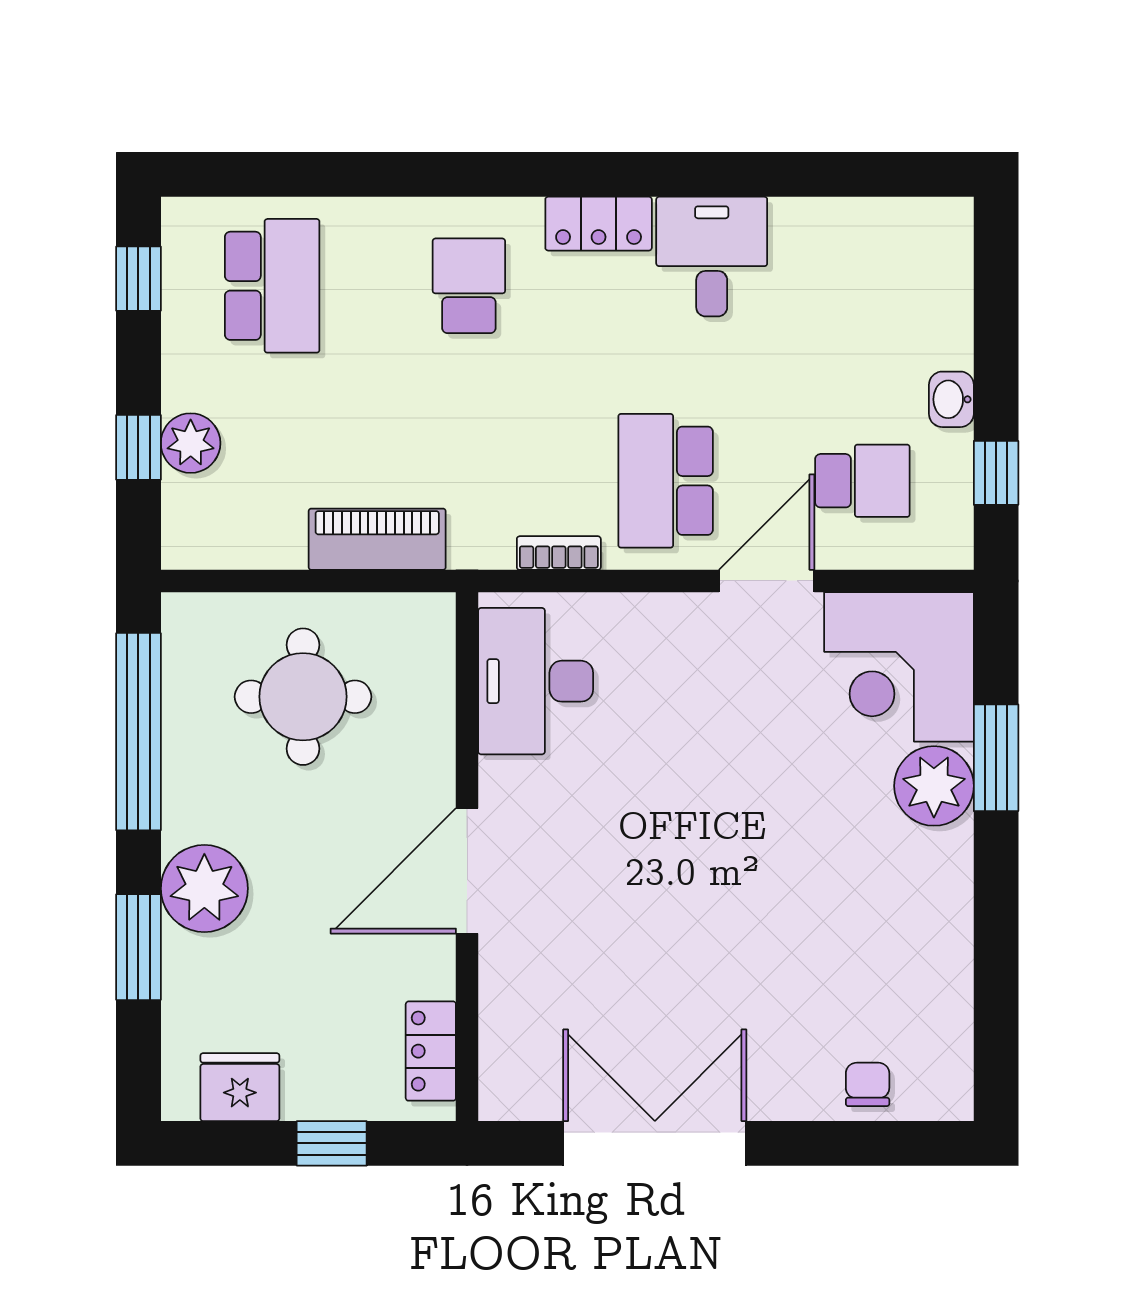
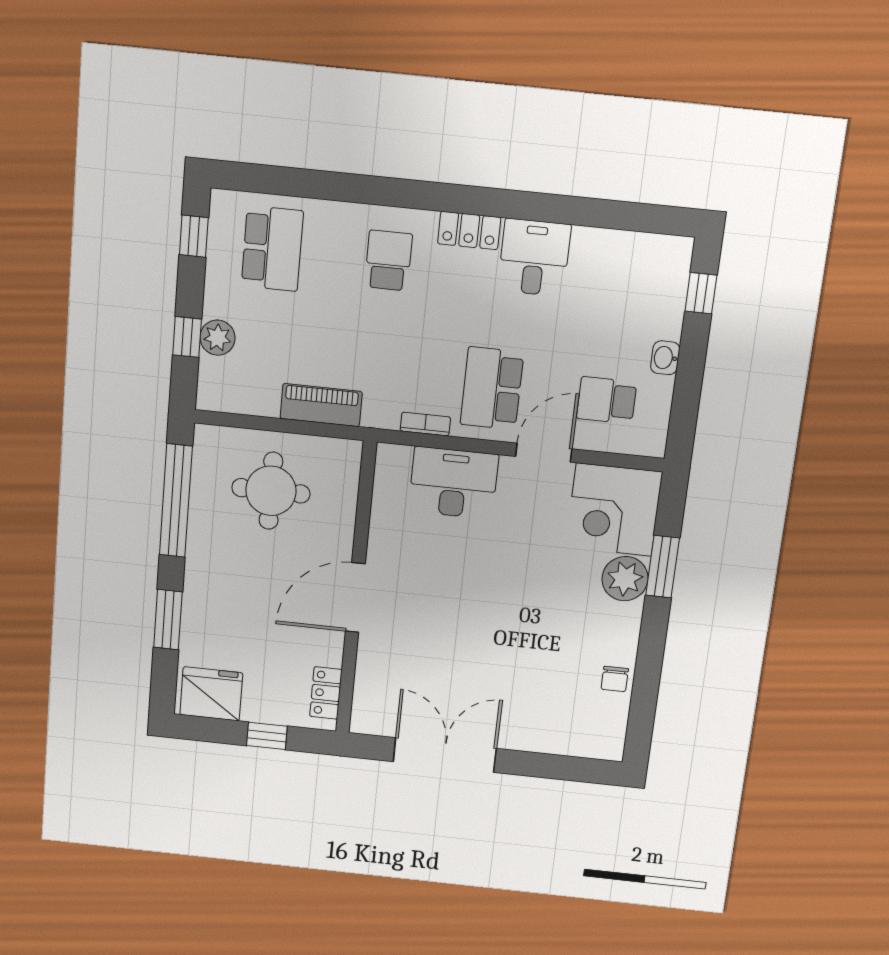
window: (996, 473) -> (701, 293), moved
school desk: (862, 481) -> (607, 400), turned 180
desk: (536, 681) -> (453, 483), moved, turned 90
plant: (204, 888) -> (207, 592), removed
chair: (868, 1084) -> (615, 679), moved, turned 180
fridge: (240, 1087) -> (211, 694), width x1.36, depth x1.34

